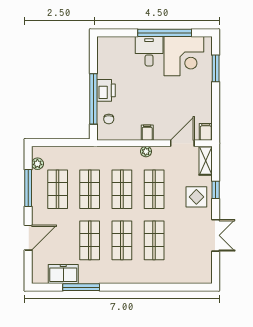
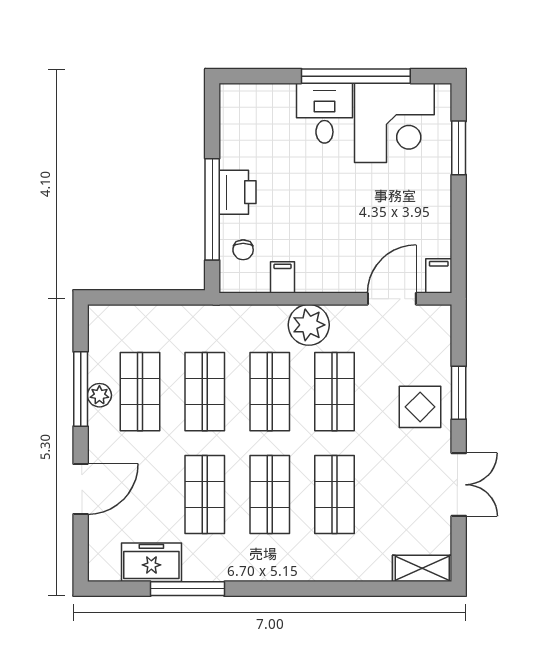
filing cabinet: (147, 133) -> (283, 277), moved
plant: (146, 151) -> (309, 325), width x1.88, depth x1.88
shelving: (206, 161) -> (422, 568), moved, turned 90
plant: (37, 164) -> (99, 395), moved
window: (216, 190) -> (459, 393), width x1.50

